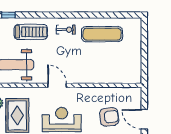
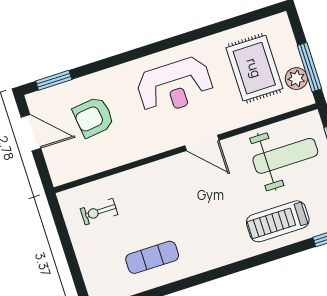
exercise bike: (66, 30) -> (99, 212), moved
exercise mat: (102, 34) -> (152, 257), width x0.73, depth x0.69

